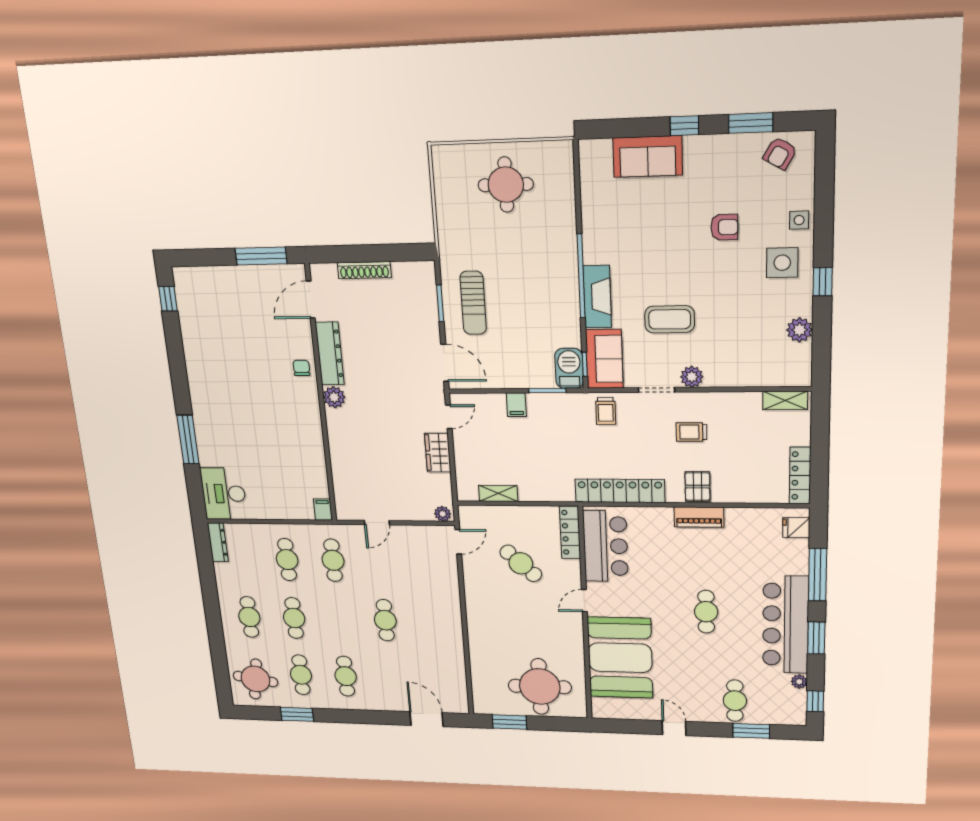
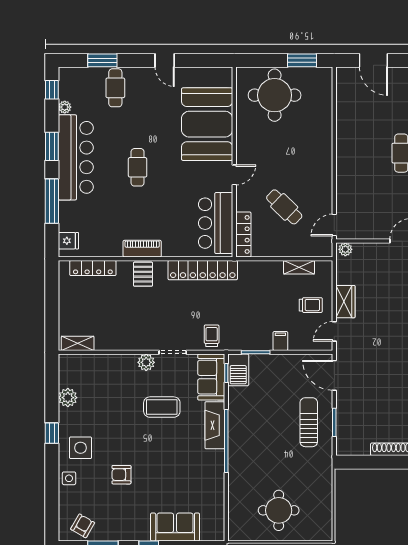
trolley: (691, 432) -> (311, 305), moved
locker: (800, 476) -> (93, 268), moved, turned 90

